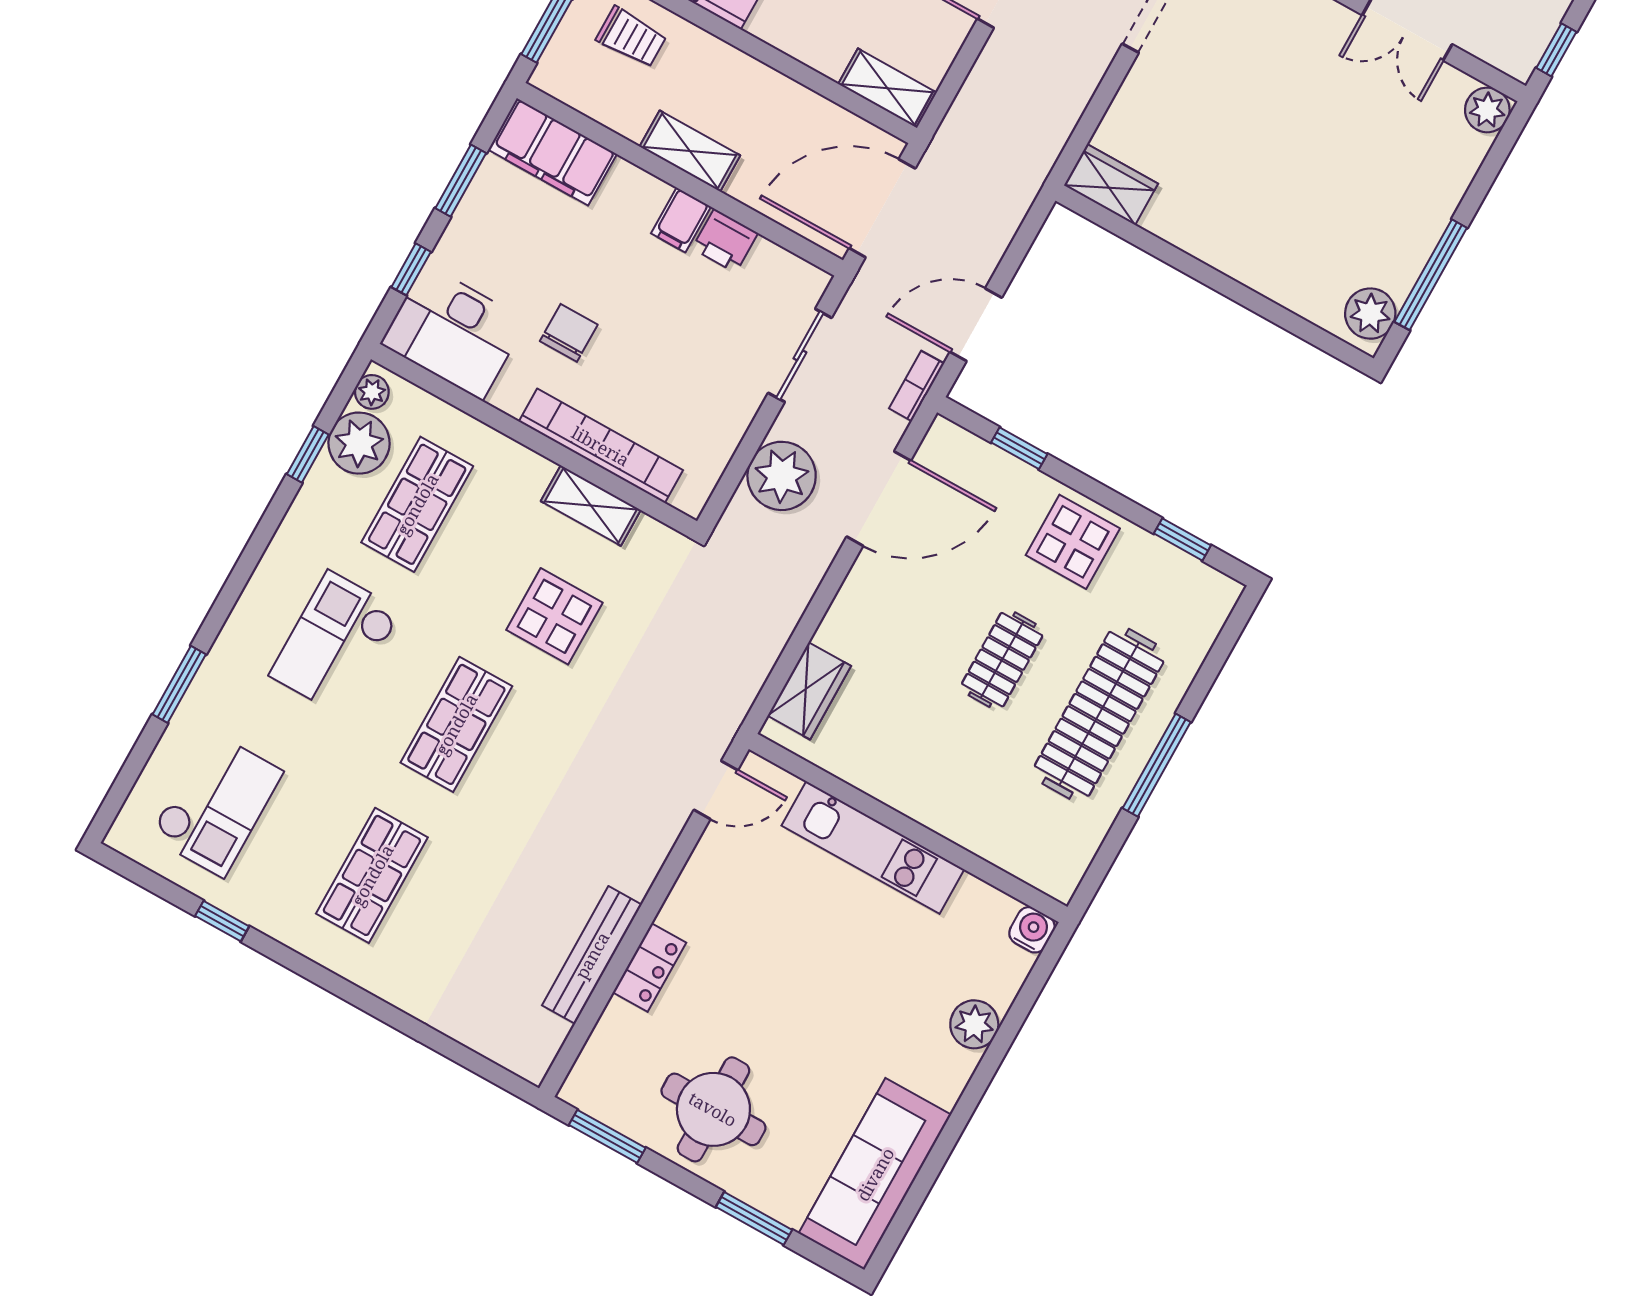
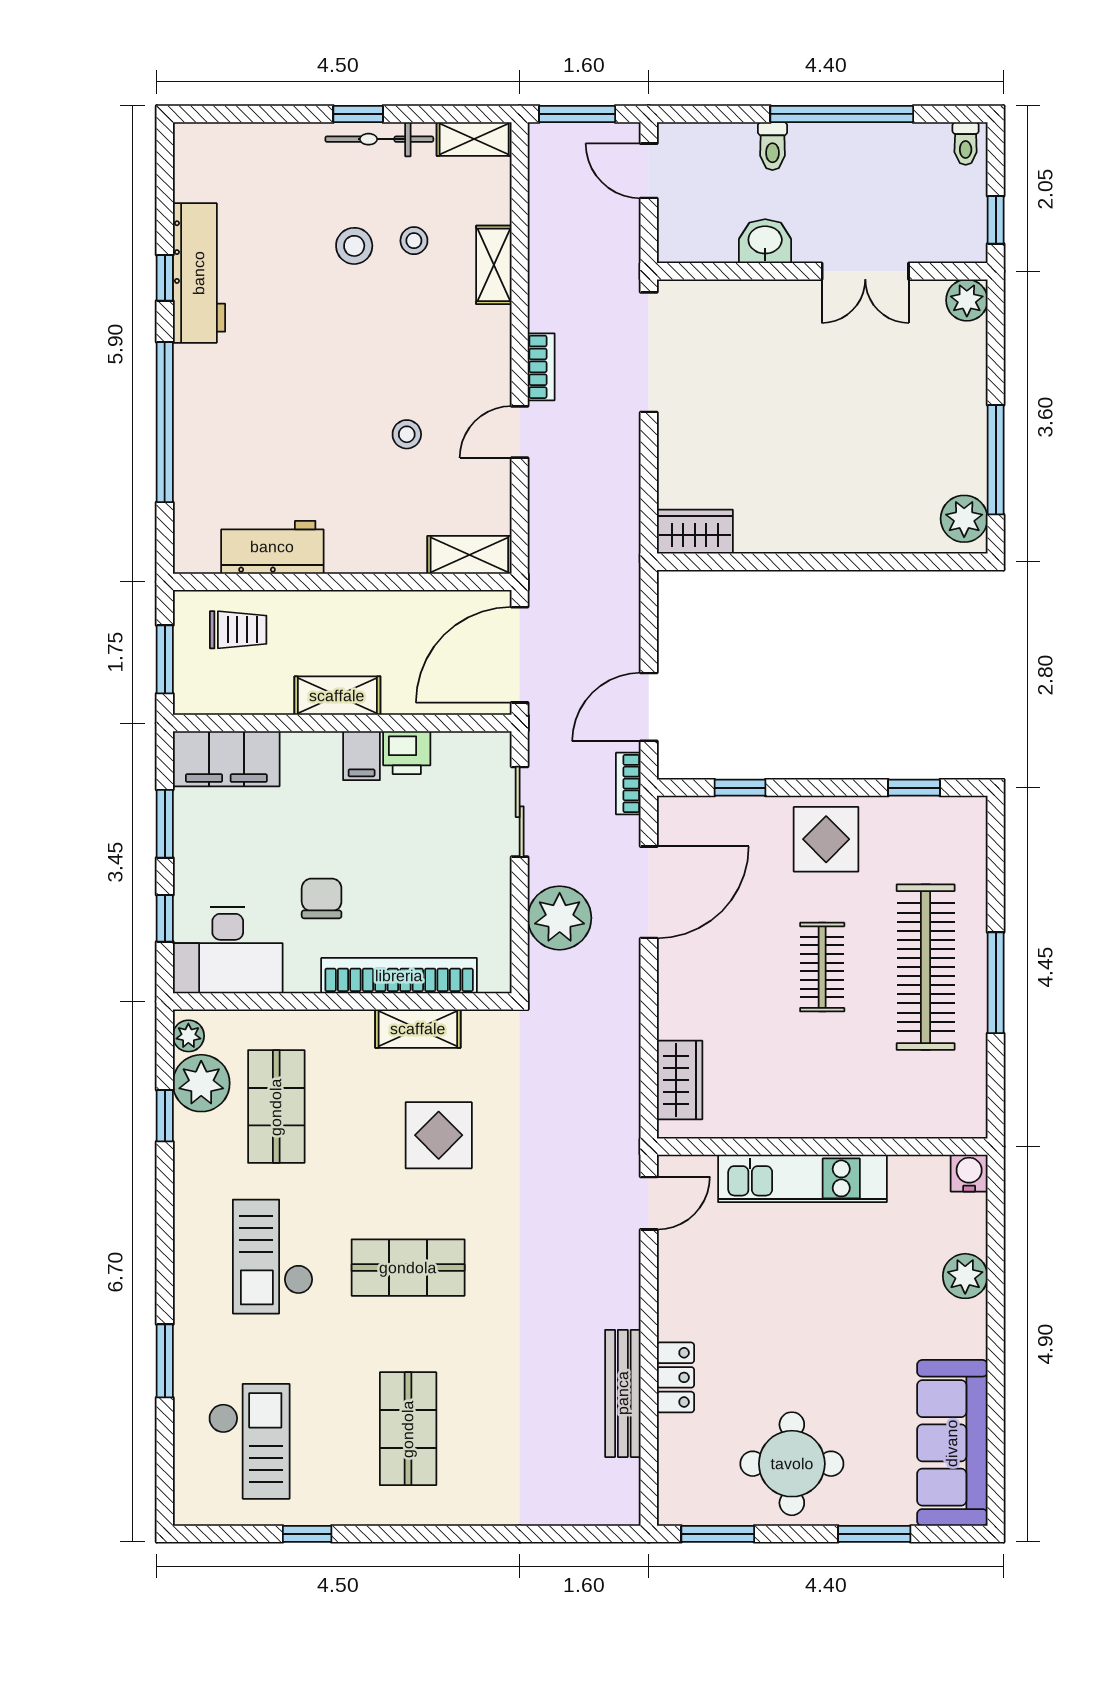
shop shelf: (456, 724) -> (408, 1268), turned 90

